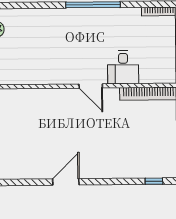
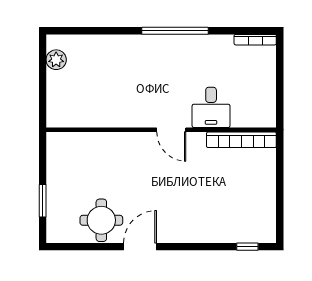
round table: (34, 161) -> (101, 220), added

